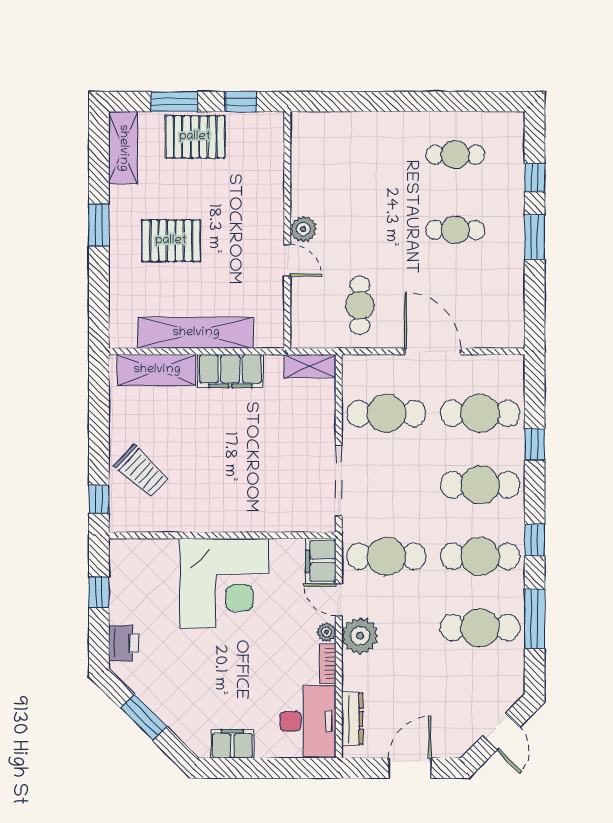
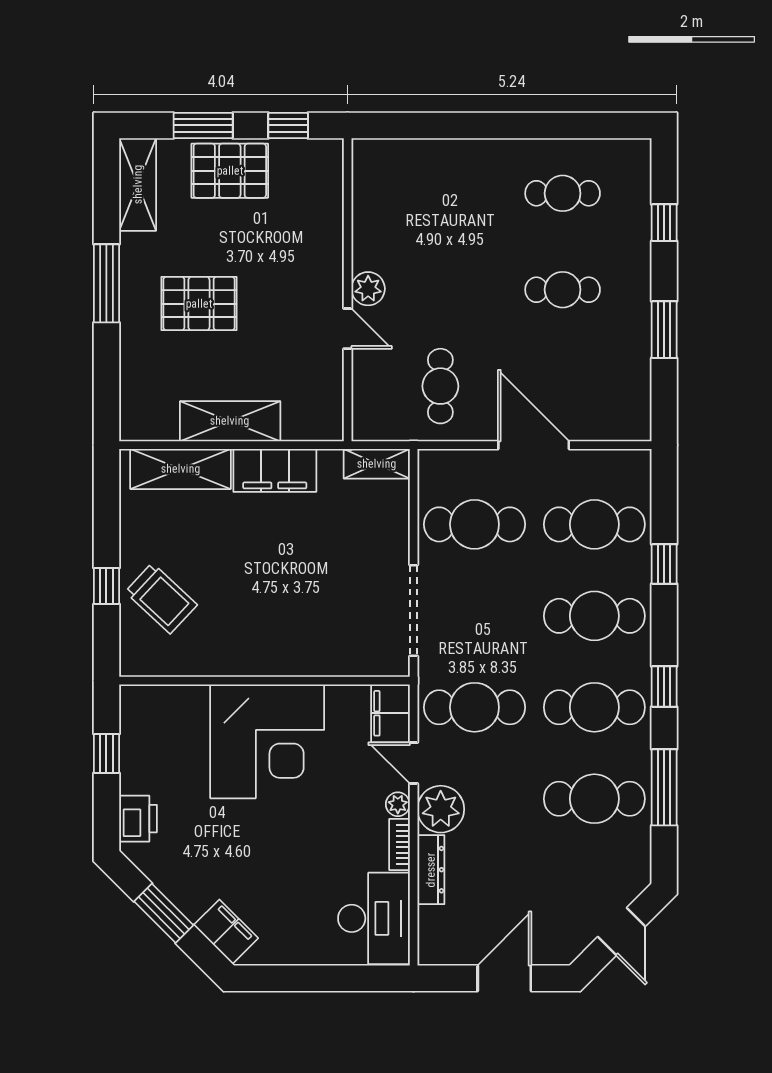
window: (99, 225) -> (106, 283), width x1.44
window: (535, 237) -> (664, 330), moved
shelving: (196, 333) -> (230, 421), width x0.68
window: (99, 499) -> (106, 586), moved
dresser: (352, 719) -> (431, 870), moved
filing cabinet: (232, 744) -> (226, 932), moved, turned 45

